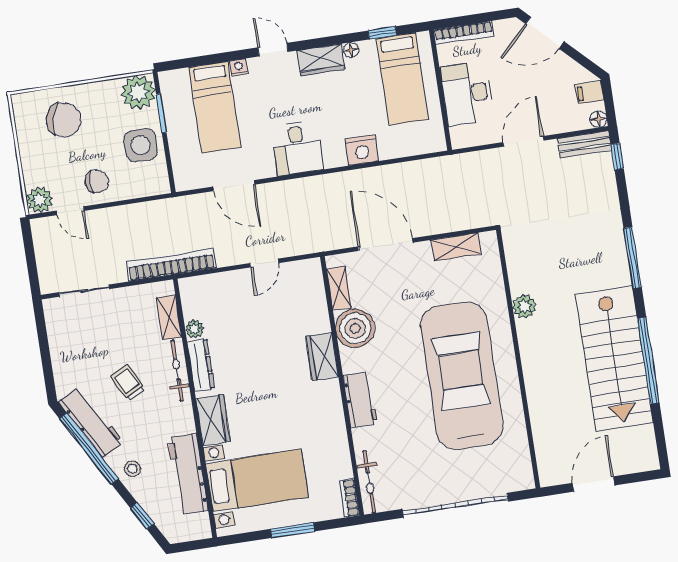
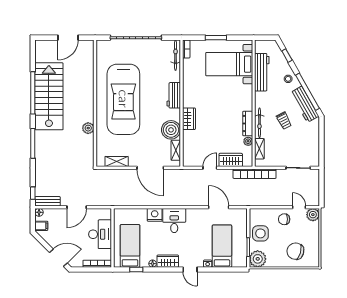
desk: (297, 148) -> (174, 220), moved
wardrobe: (213, 420) -> (231, 160), moved, turned 90

